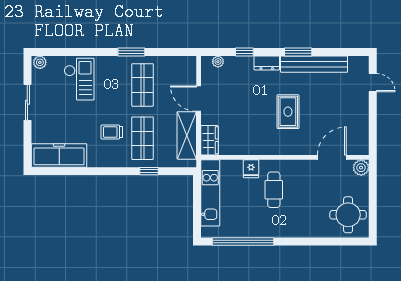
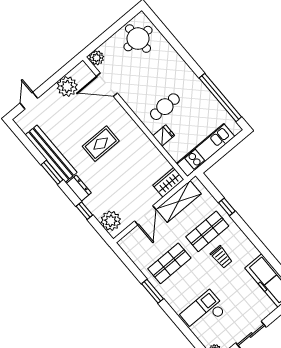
plant: (218, 62) -> (111, 221), width x1.87, depth x1.87
plant: (358, 124) -> (67, 86), added

